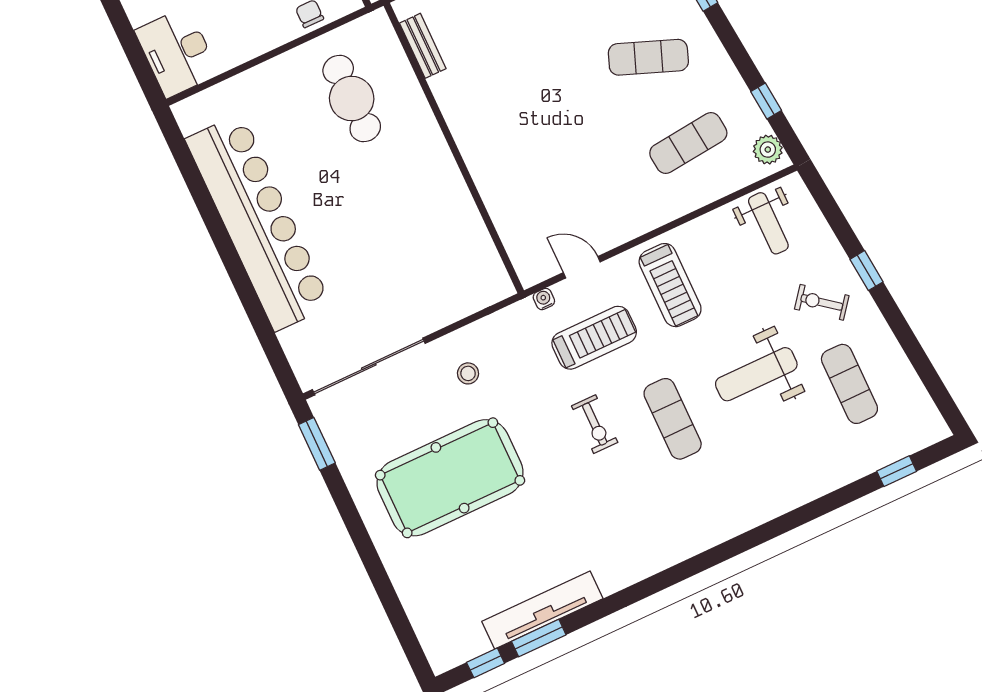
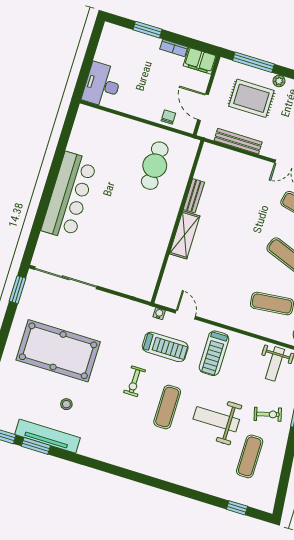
bench: (423, 46) -> (194, 196), moved
shelving: (481, 157) -> (185, 235), added
bar counter: (258, 222) -> (69, 196), width x0.73
exercise bike: (822, 302) -> (268, 414), turned 127
stool: (468, 373) -> (66, 404), moved

